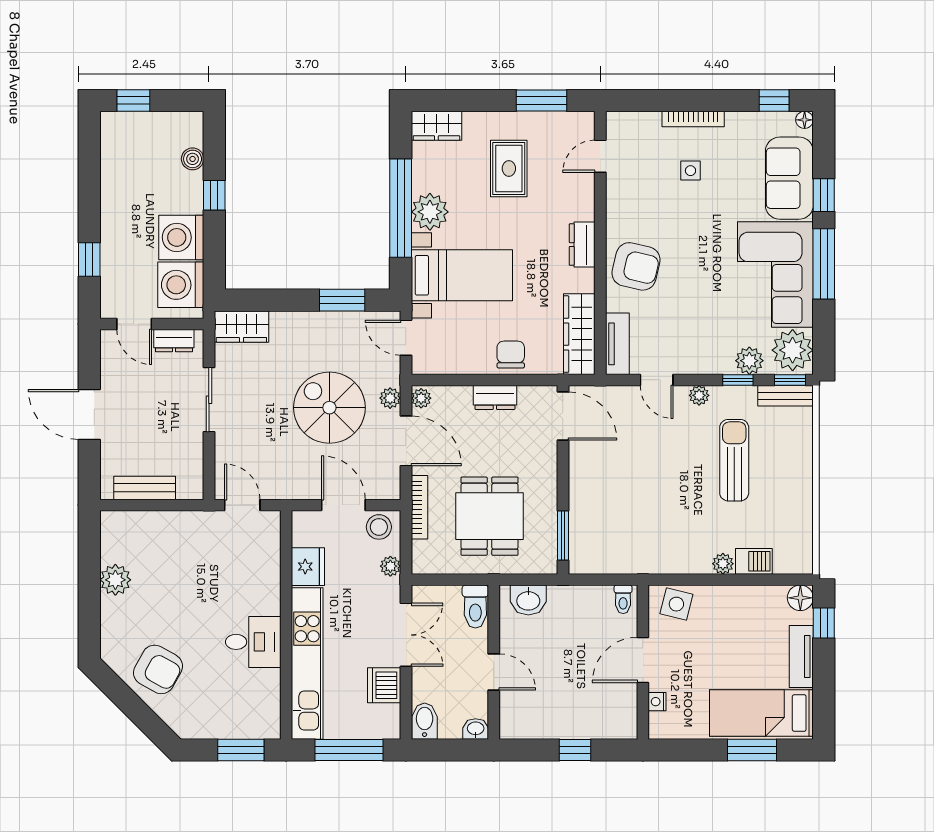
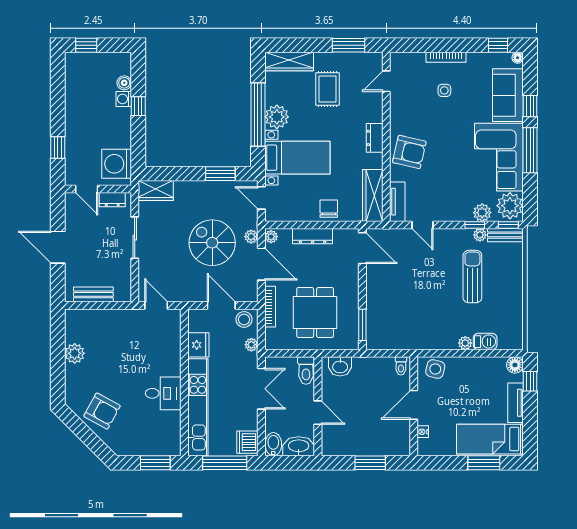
wardrobe: (436, 126) -> (289, 61), width x1.50
washing machine: (181, 237) -> (124, 99), moved, width x0.53, depth x0.53
plant: (699, 395) -> (480, 235), moved
dresser: (495, 397) -> (313, 236), width x1.44
dishwasher: (384, 685) -> (247, 442), moved
washbasin: (476, 729) -> (299, 446), width x1.91, depth x1.45
window: (575, 750) -> (370, 463), width x1.50

